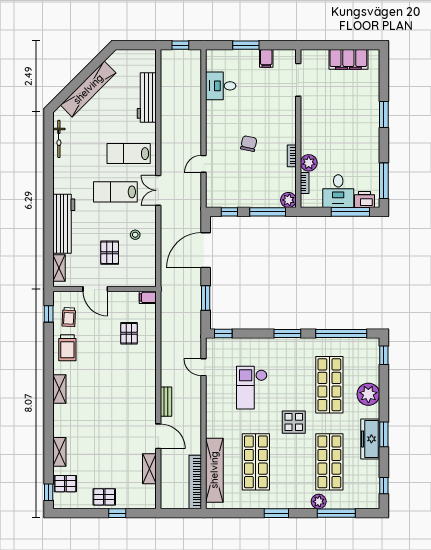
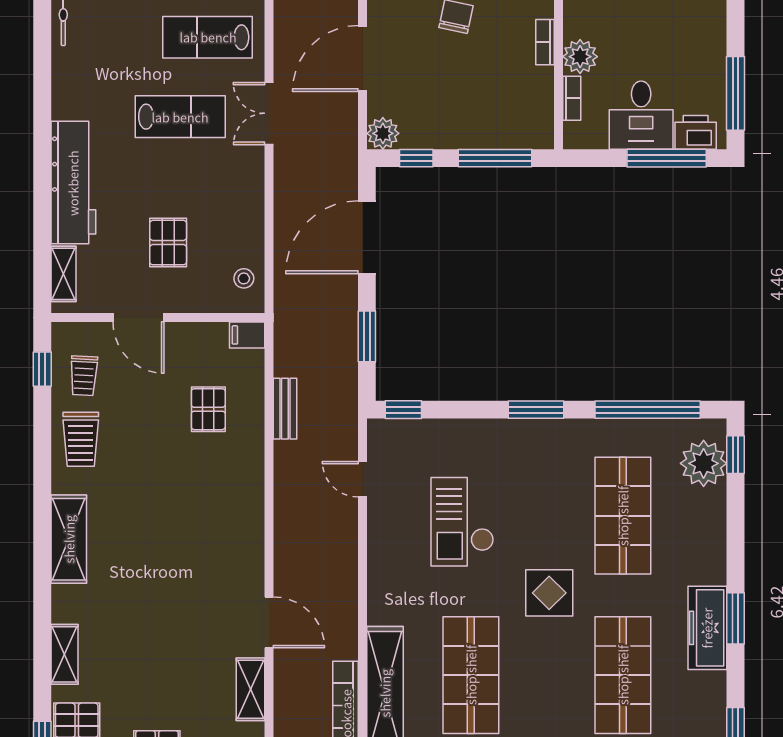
door: (204, 164) -> (363, 59), width x1.88
lab bench: (115, 192) -> (180, 117), turned 180
plant: (288, 200) -> (383, 133), moved
stool: (135, 235) -> (244, 278), moved
shelving: (59, 389) -> (69, 539), width x1.50, depth x1.33
plant: (368, 394) -> (704, 463), moved
bench: (166, 402) -> (285, 409), moved

